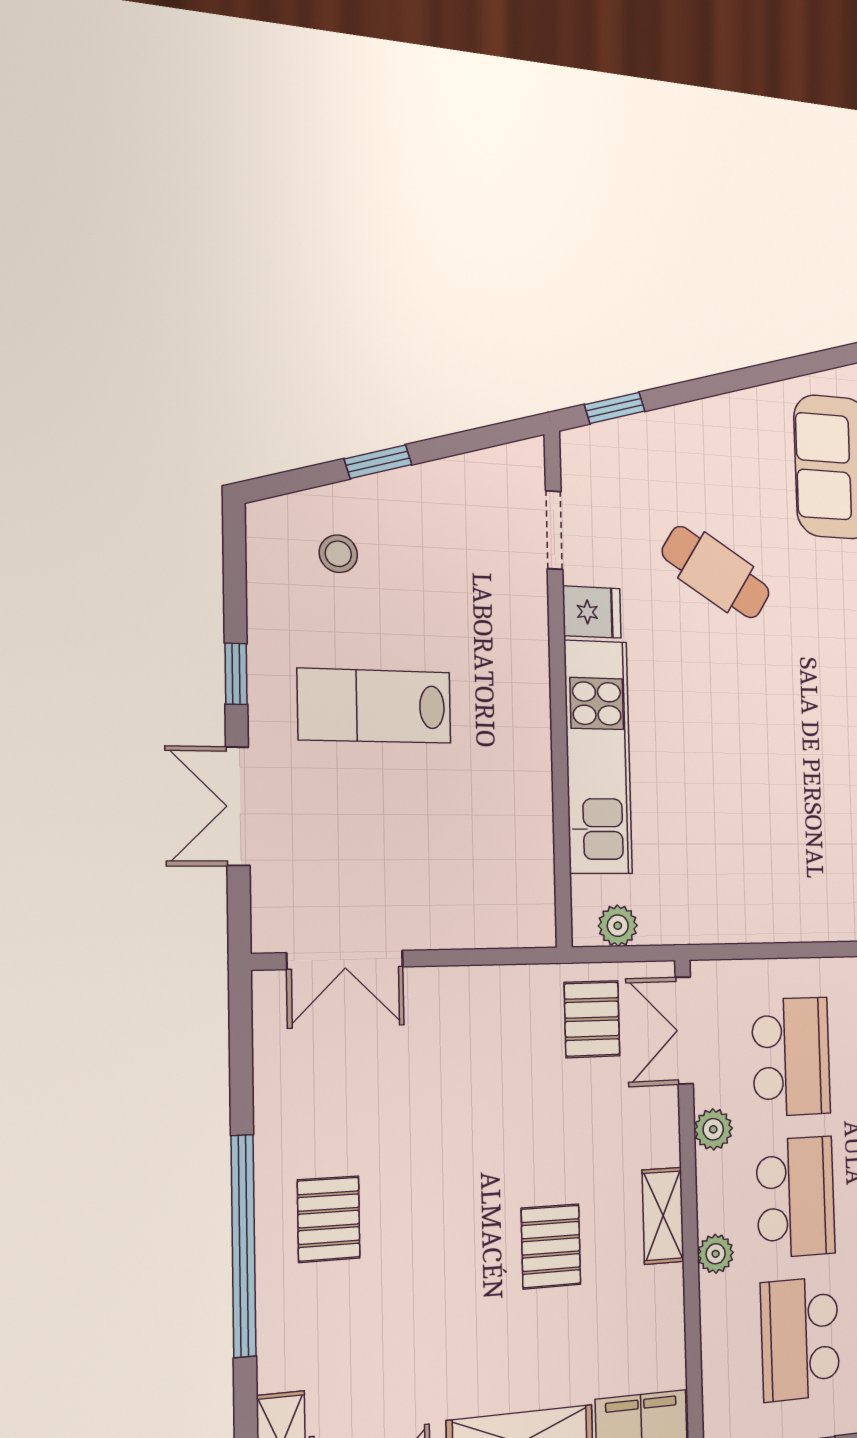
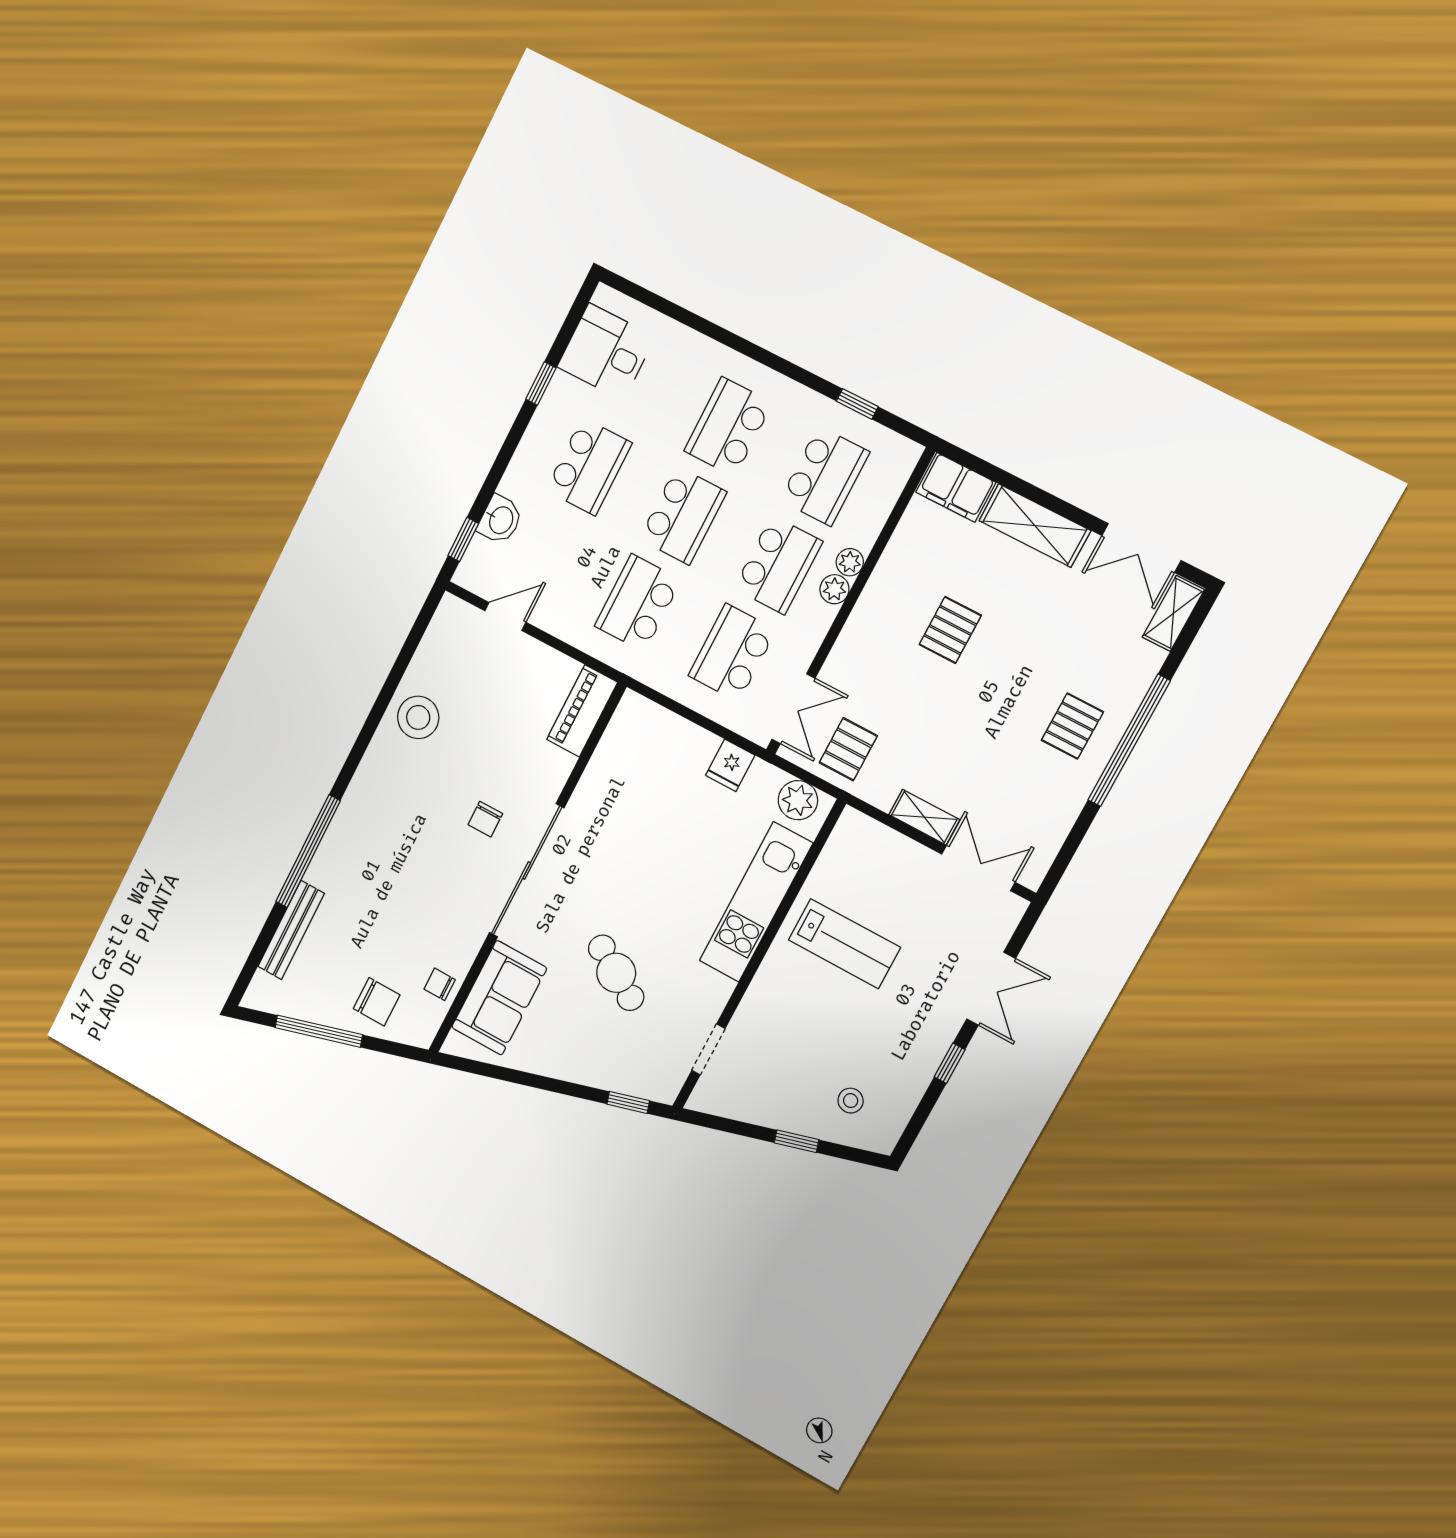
fridge: (592, 612) -> (730, 765), moved, turned -90
lab bench: (375, 706) -> (844, 944), moved
plant: (618, 926) -> (798, 800), width x1.38, depth x1.38
plant: (713, 1129) -> (834, 589), moved
school desk: (796, 1197) -> (778, 565), turned 180
shelving: (663, 1216) -> (924, 817), moved, turned 90

